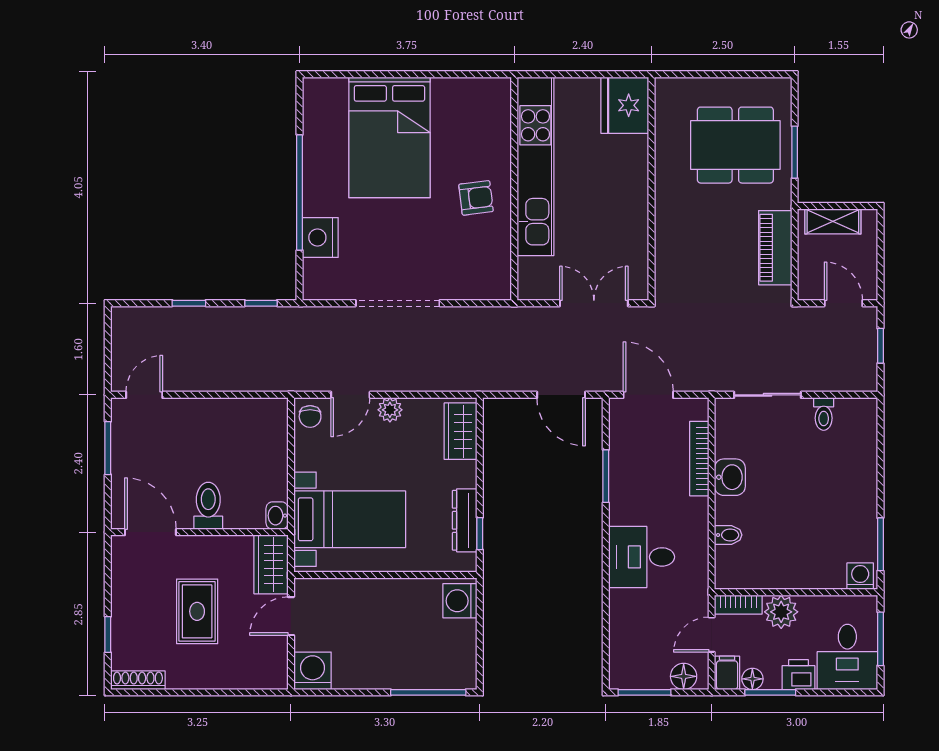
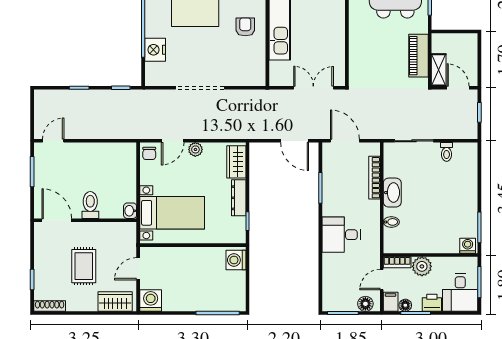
armchair: (476, 198) -> (245, 27), turned -83
shelving: (833, 221) -> (439, 70), moved, turned 90
washbasin: (730, 477) -> (392, 193), width x1.38
dresser: (465, 520) -> (239, 198), moved
wardrobe: (271, 564) -> (115, 302), moved, turned 90

